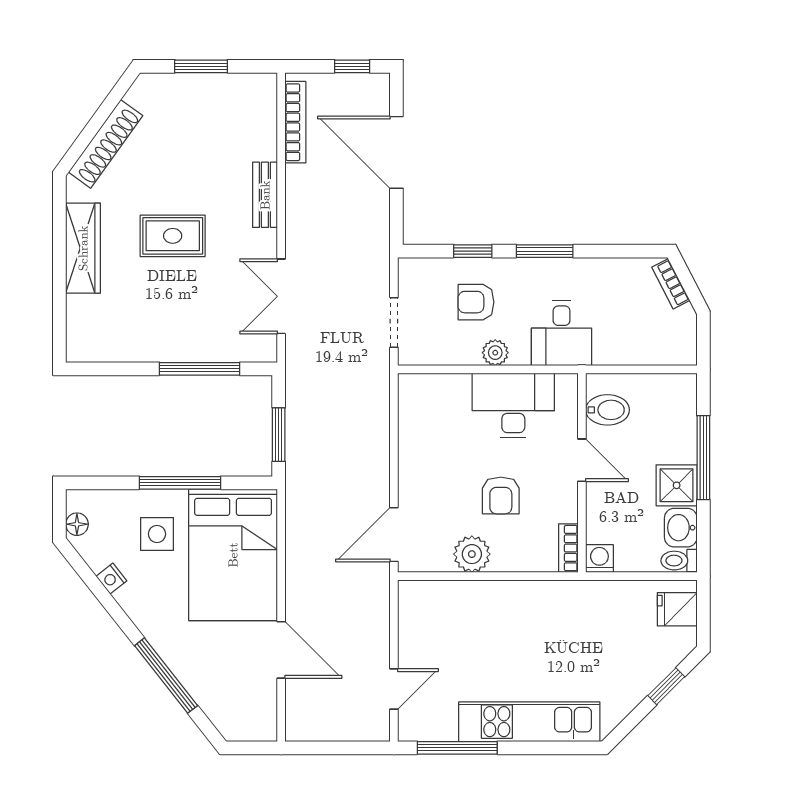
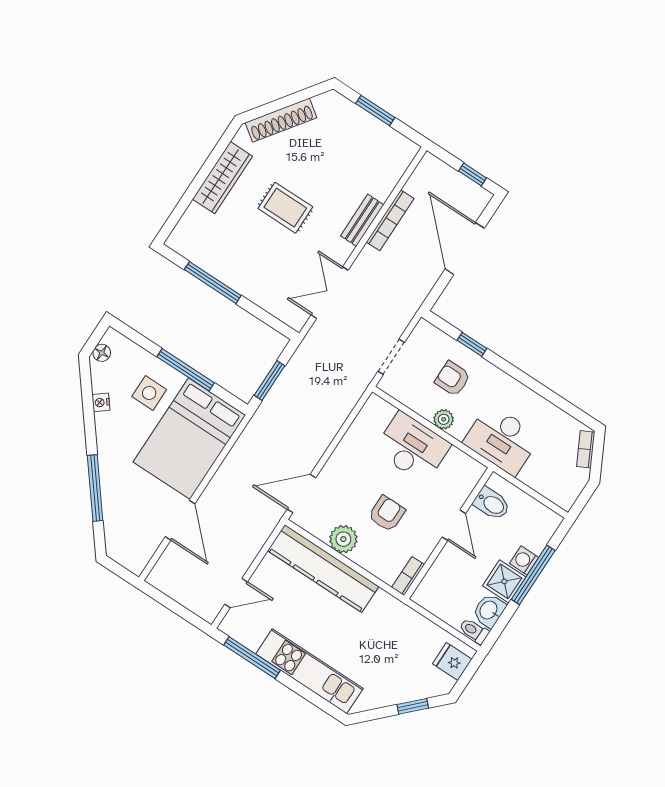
bookcase: (295, 122) -> (390, 220), moved
window: (545, 251) -> (518, 375), removed
desk: (562, 333) -> (502, 440), width x1.37
window: (200, 369) -> (213, 283), moved
desk: (513, 406) -> (412, 447), moved
armchair: (501, 495) -> (387, 514), turned 180
washing machine: (599, 559) -> (524, 560), moved, turned -90
kitchen counter: (471, 600) -> (323, 569), added

